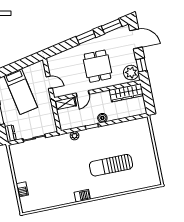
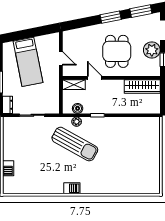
plant: (131, 73) -> (152, 50), moved
door: (83, 94) -> (95, 78), swing flipped
boiler: (102, 118) -> (78, 108), moved
sun lounger: (111, 165) -> (75, 144), moved, turned -151

